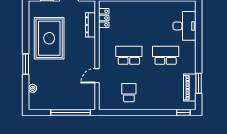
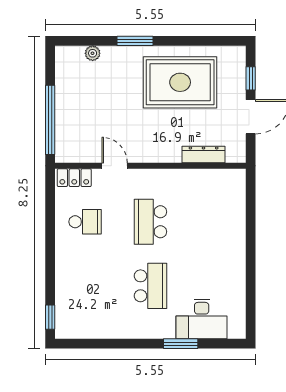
locker: (104, 18) -> (74, 178), moved
school desk: (129, 55) -> (150, 222), turned 180
window: (199, 83) -> (181, 344), moved
piano: (190, 88) -> (94, 328), removed

